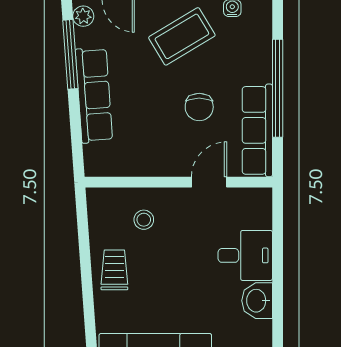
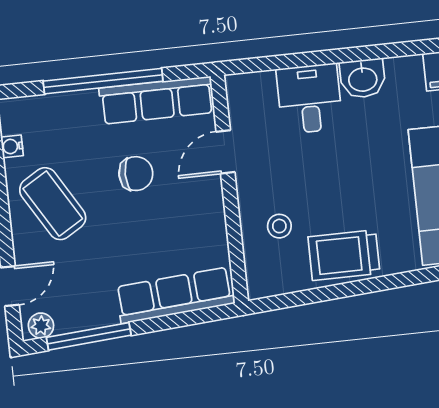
row of seats: (94, 95) -> (175, 295), moved
door: (209, 182) -> (225, 152), hinge flipped
trolley: (114, 270) -> (344, 255), width x1.36, depth x1.39

